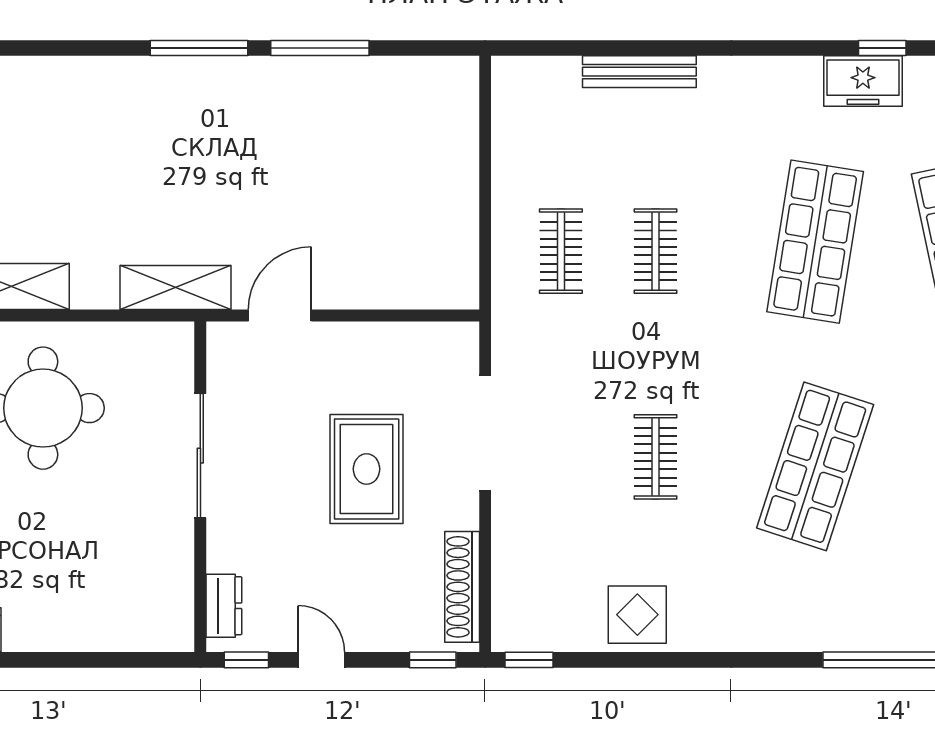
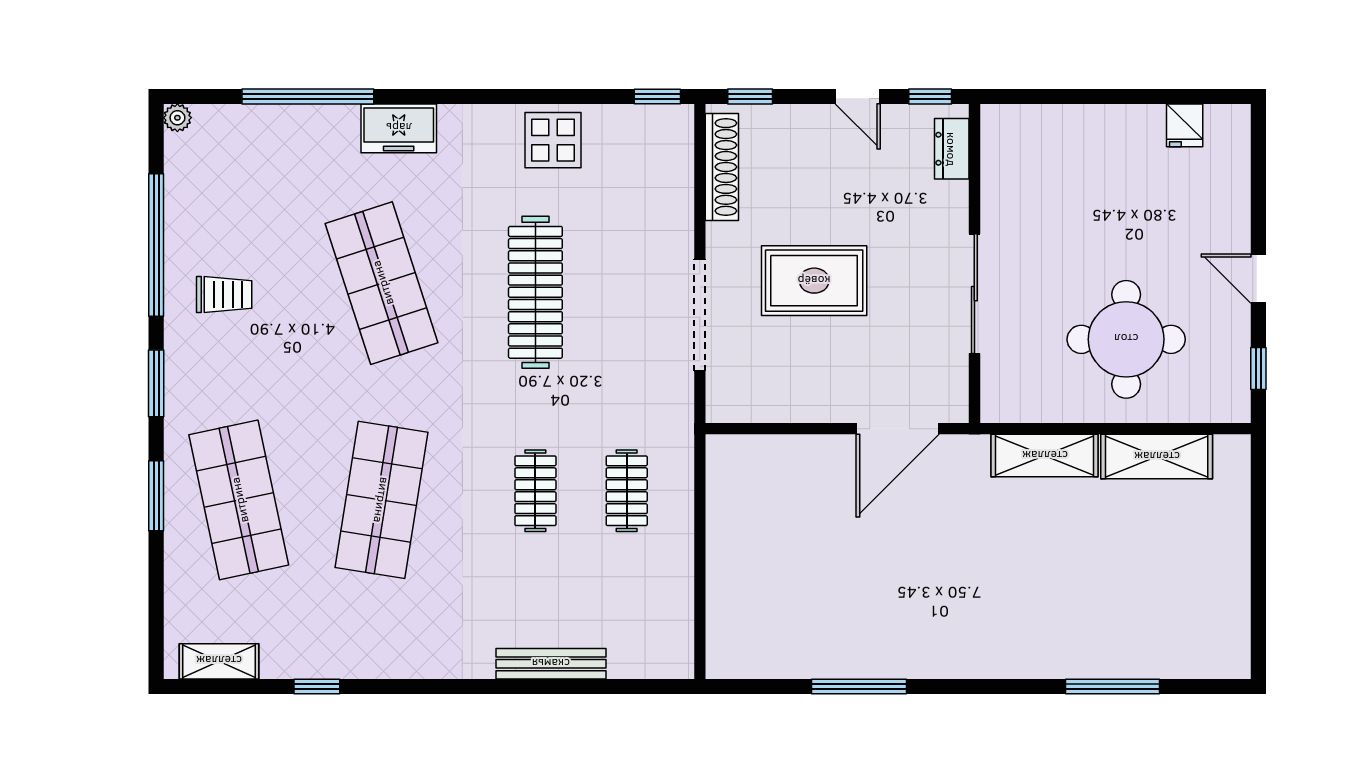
window: (199, 48) -> (1112, 687), moved
freezer: (863, 81) -> (399, 128), moved, turned 180
shelving: (175, 288) -> (1045, 456), moved
door: (280, 315) -> (898, 429), width x1.36
clothes rail: (656, 457) -> (535, 292), width x1.86, depth x1.31
shop shelf: (815, 466) -> (382, 283), turned -36
rug: (367, 469) -> (814, 281), turned 90

